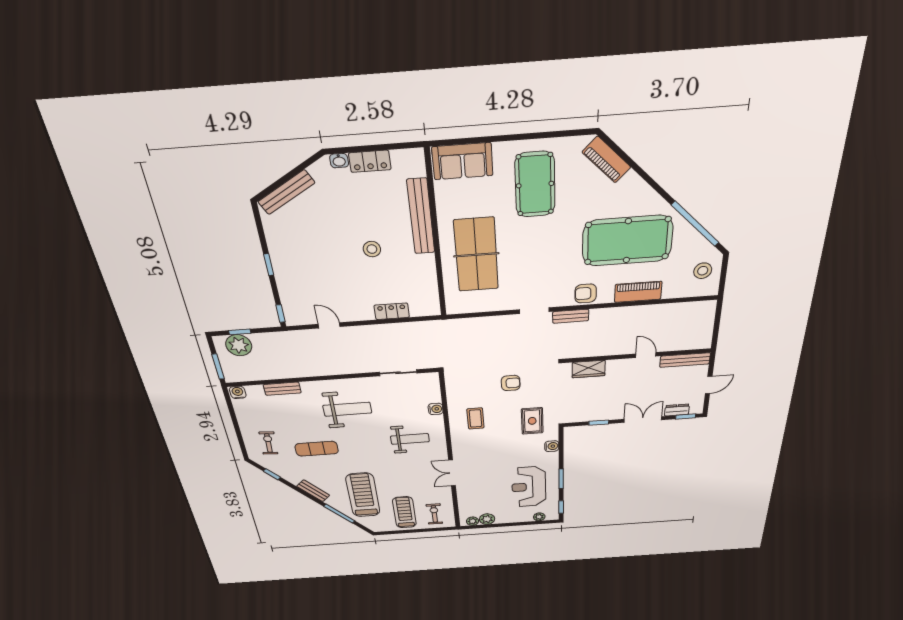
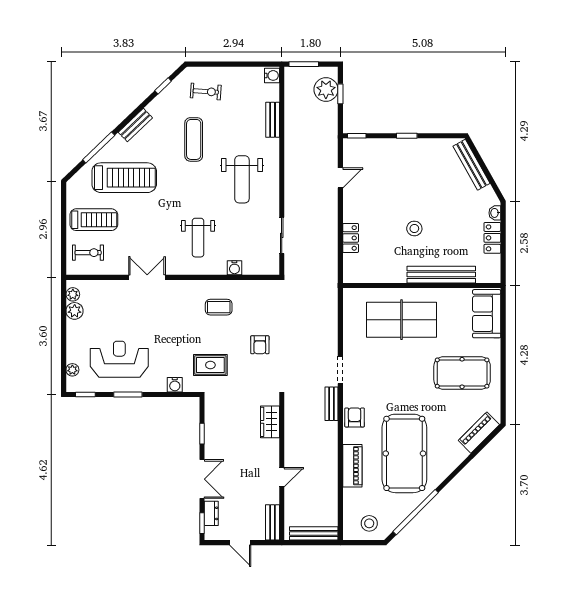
bench: (707, 323) -> (314, 533), added
bench: (685, 360) -> (273, 522), width x0.73

